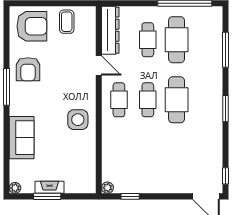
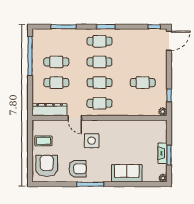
cafe table: (177, 40) -> (56, 62), width x0.73, depth x0.74
door: (99, 66) -> (75, 118), swing flipped
cafe table: (177, 100) -> (100, 62), width x0.73, depth x0.74
cafe table: (205, 100) -> (100, 41), added
side table: (78, 120) -> (92, 141), moved
cafe table: (148, 160) -> (143, 83), added

